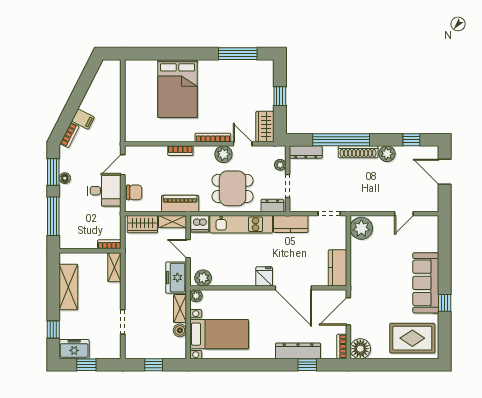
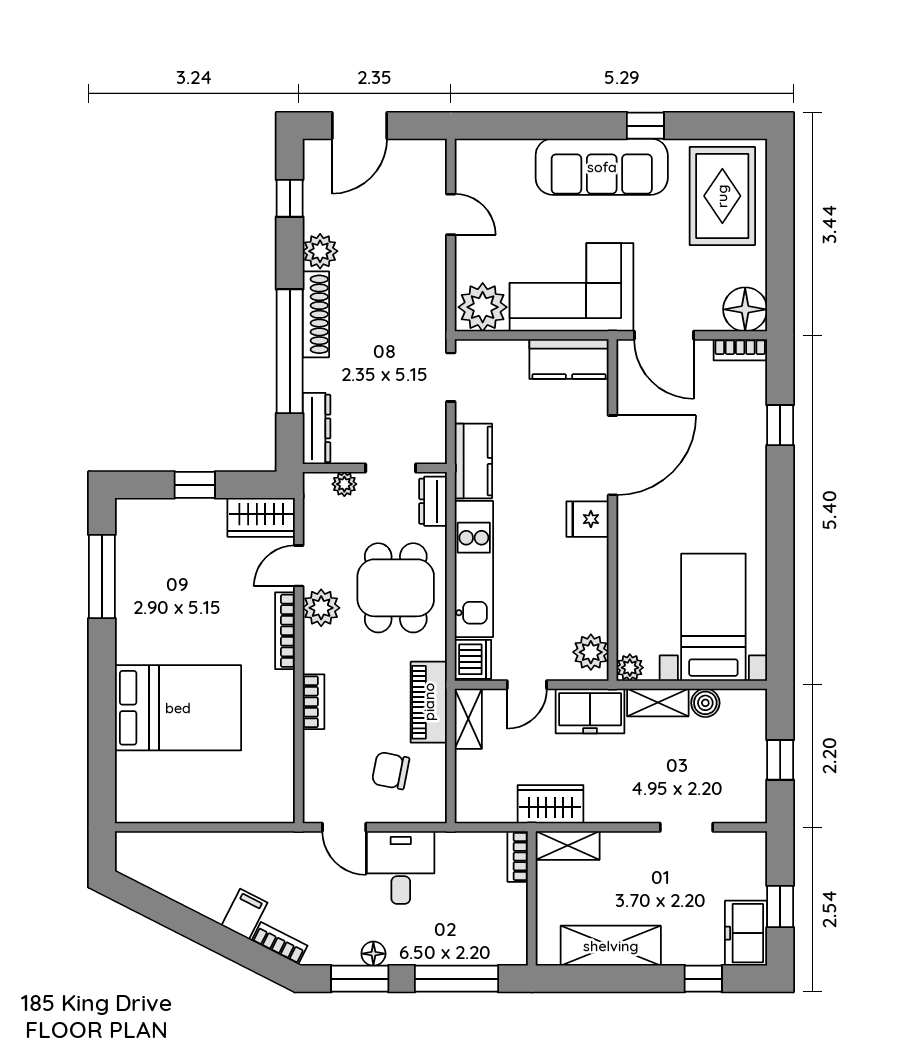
chair: (134, 192) -> (391, 771), moved, turned -79
wardrobe: (142, 224) -> (550, 804), moved, turned -90
corner sofa: (370, 269) -> (571, 287), added
dresser: (298, 351) -> (750, 445), removed

